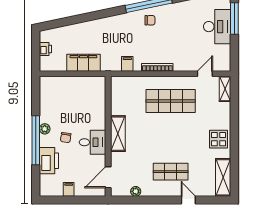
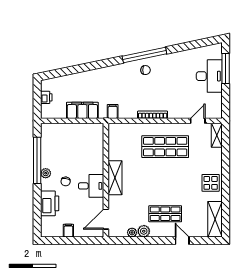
filing cabinet: (127, 64) -> (113, 111), moved
window: (36, 140) -> (37, 160), moved
plant: (148, 190) -> (144, 231), added

